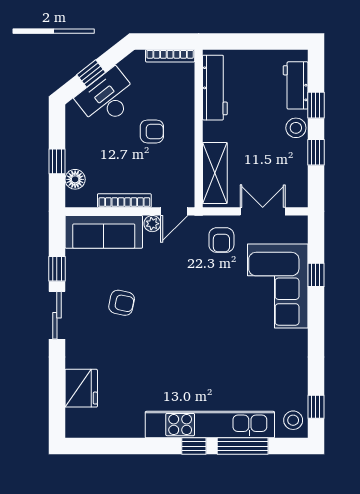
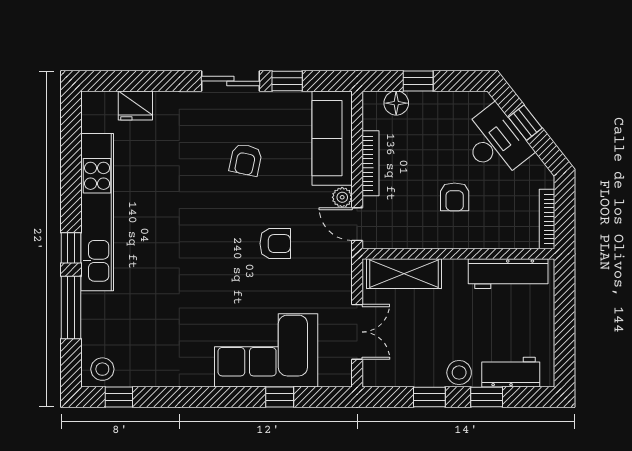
armchair: (221, 240) -> (275, 244), moved, turned 180
fridge: (81, 388) -> (135, 106), width x0.73, depth x0.75
kitchen unit: (210, 425) -> (97, 212), moved

